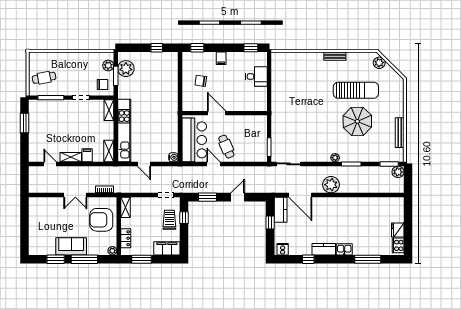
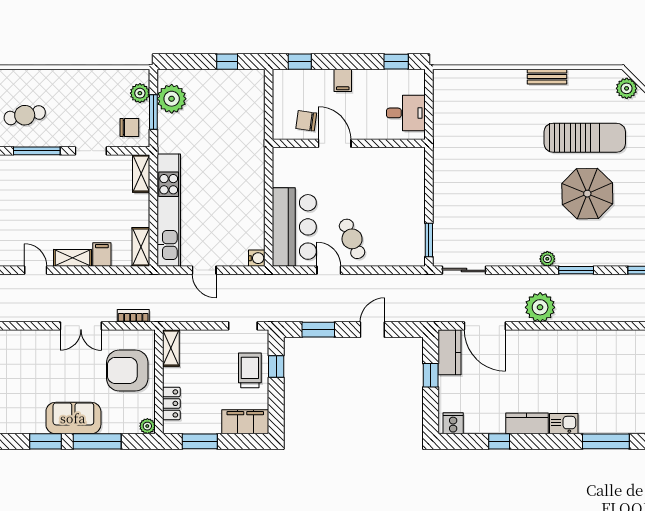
door: (217, 113) -> (335, 143), moved
wall: (225, 113) -> (349, 143), moved

